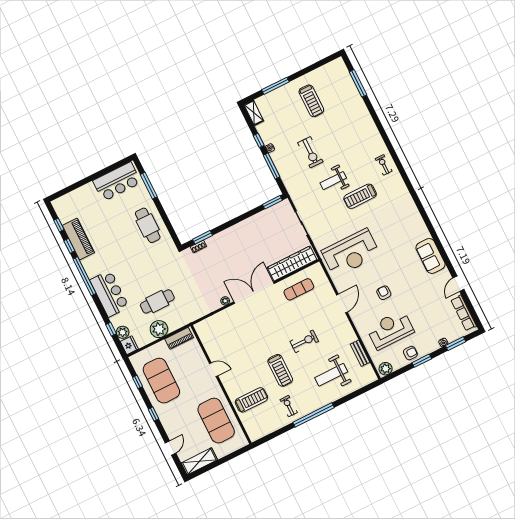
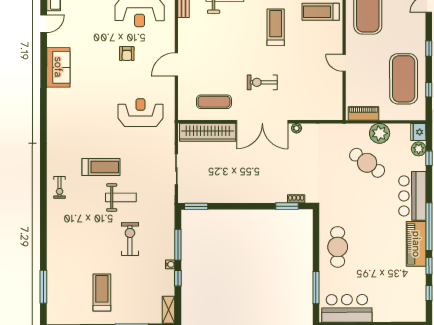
piano: (78, 239) -> (416, 244), moved
reception desk: (351, 253) -> (141, 113), width x0.74, depth x0.77
cafe table: (157, 301) -> (367, 163), turned 36
exercise bike: (304, 341) -> (262, 82), moved

